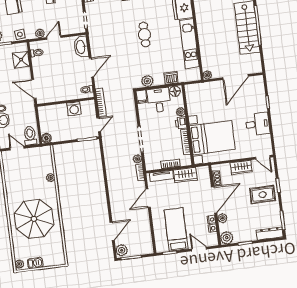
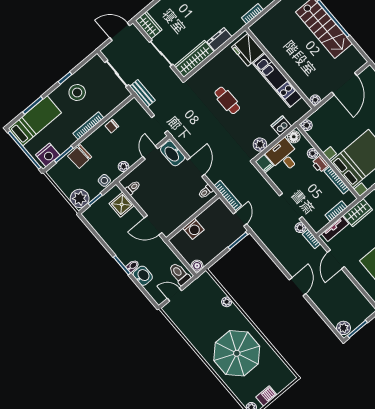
door: (54, 37) -> (150, 153), moved
plant: (189, 89) -> (307, 125), added
washing machine: (74, 109) -> (194, 229), moved
door: (112, 231) -> (298, 287), moved

